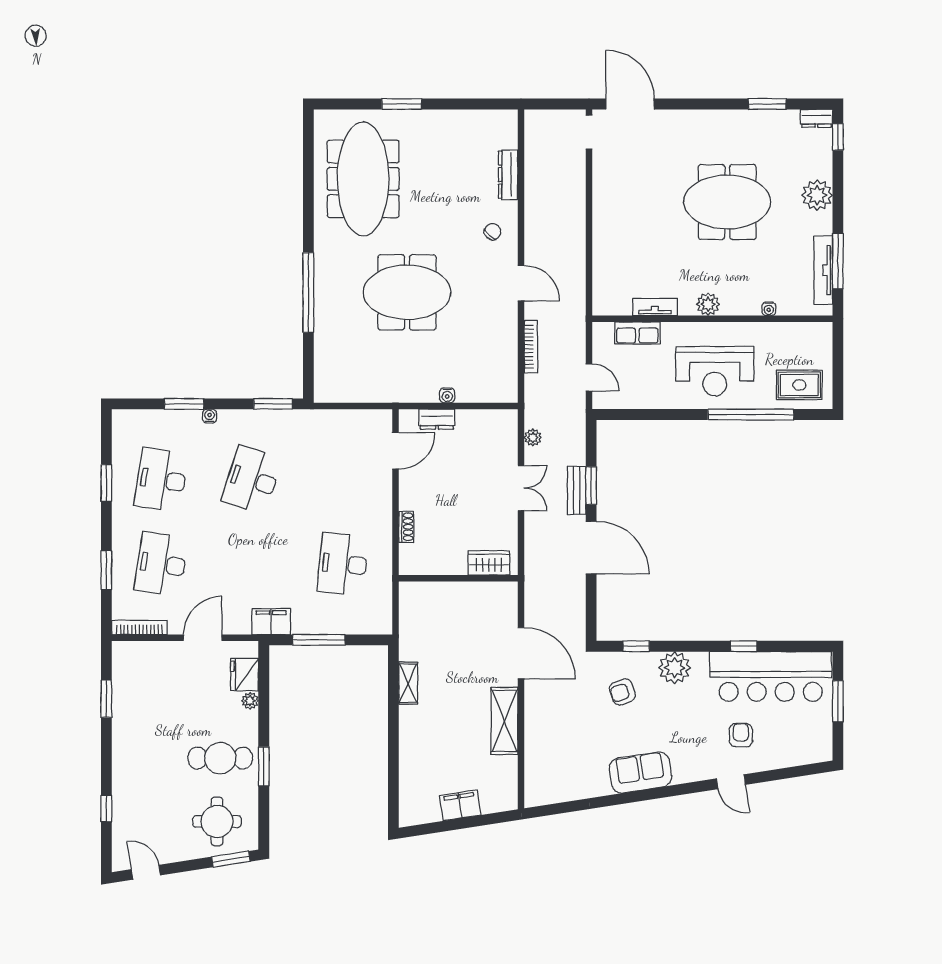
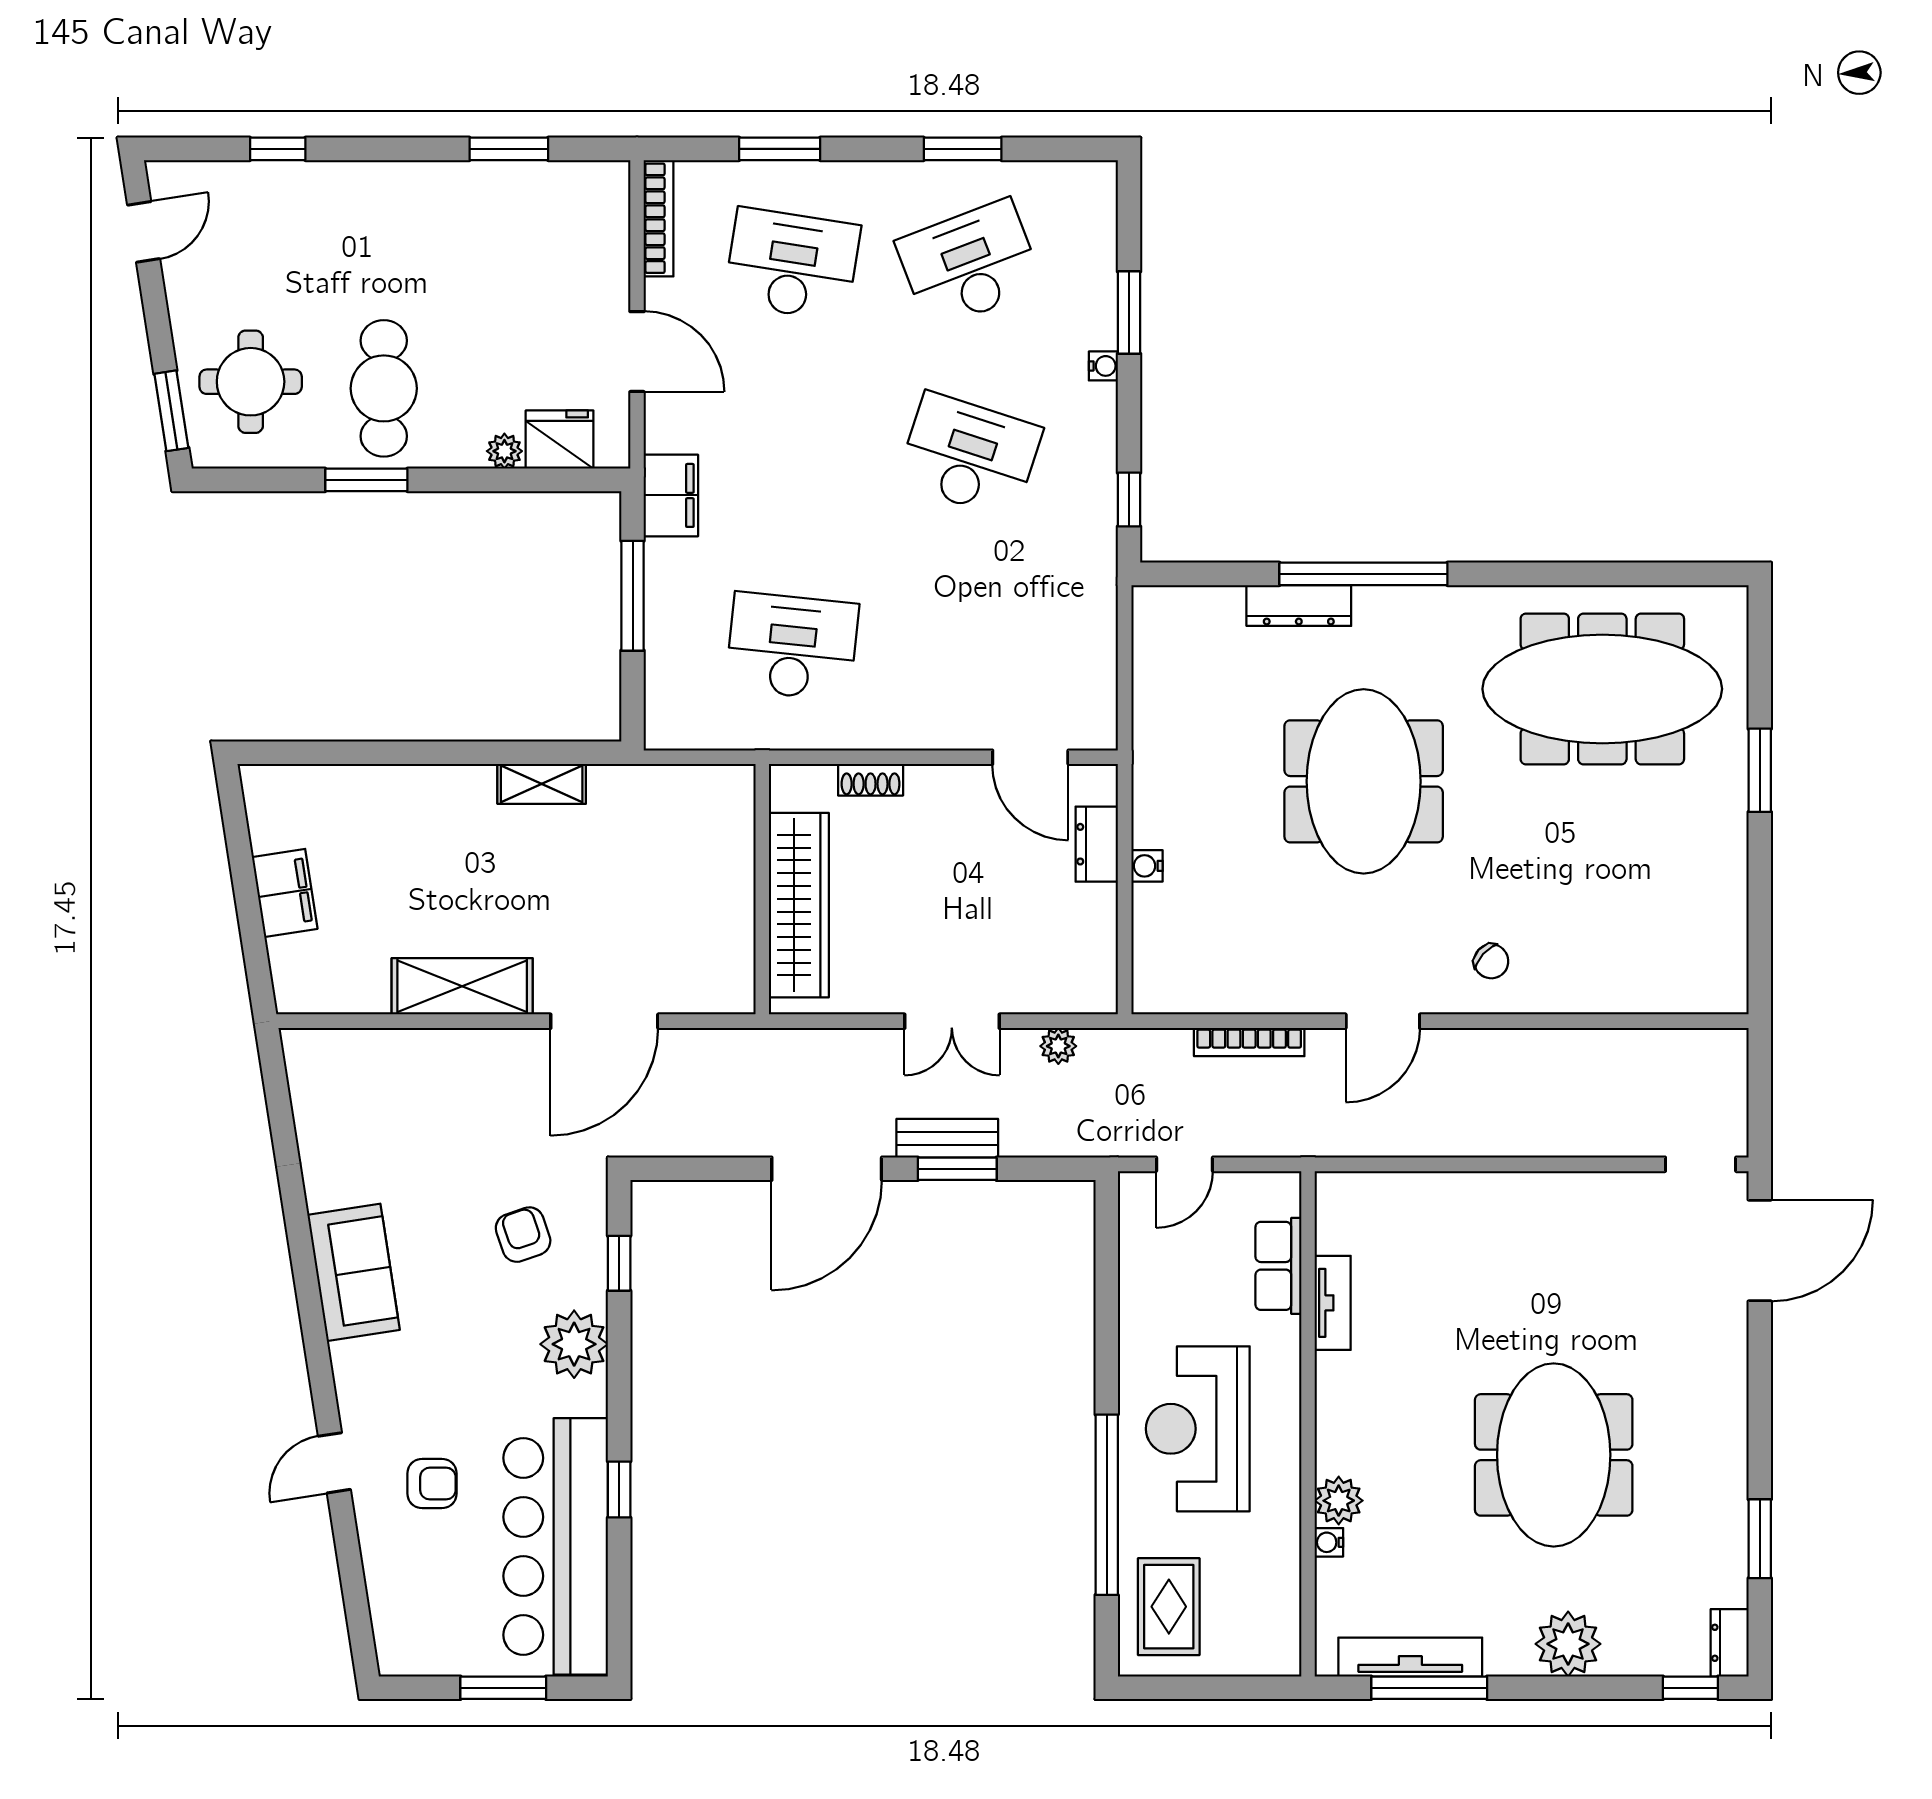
dresser: (508, 175) -> (1299, 606), moved, turned 180
plant: (708, 304) -> (1339, 1501), moved
window: (273, 404) -> (1129, 500), width x0.67
desk: (161, 480) -> (969, 264), turned -30
wardrobe: (489, 563) -> (799, 905), width x2.10, depth x1.17

